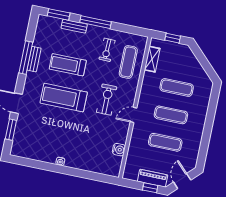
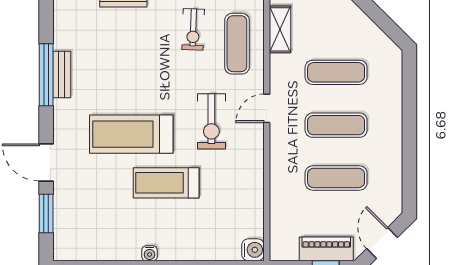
treadmill: (68, 65) -> (166, 183), moved
exercise bike: (107, 100) -> (211, 121), turned 180
door: (133, 115) -> (267, 108), moved
water cooler: (119, 150) -> (253, 250), moved

